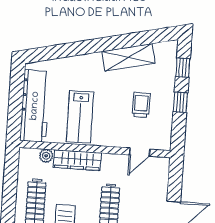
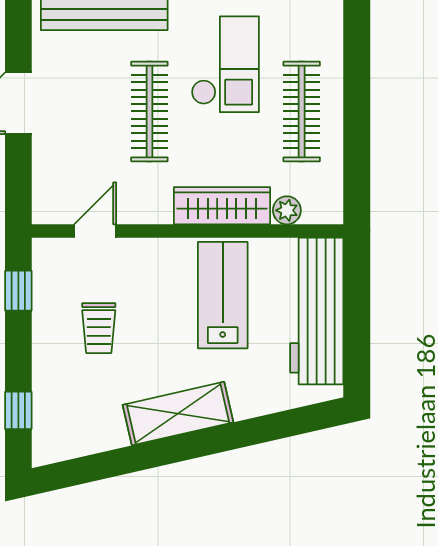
shelving: (128, 57) -> (178, 414), moved
window: (180, 102) -> (18, 291), moved

